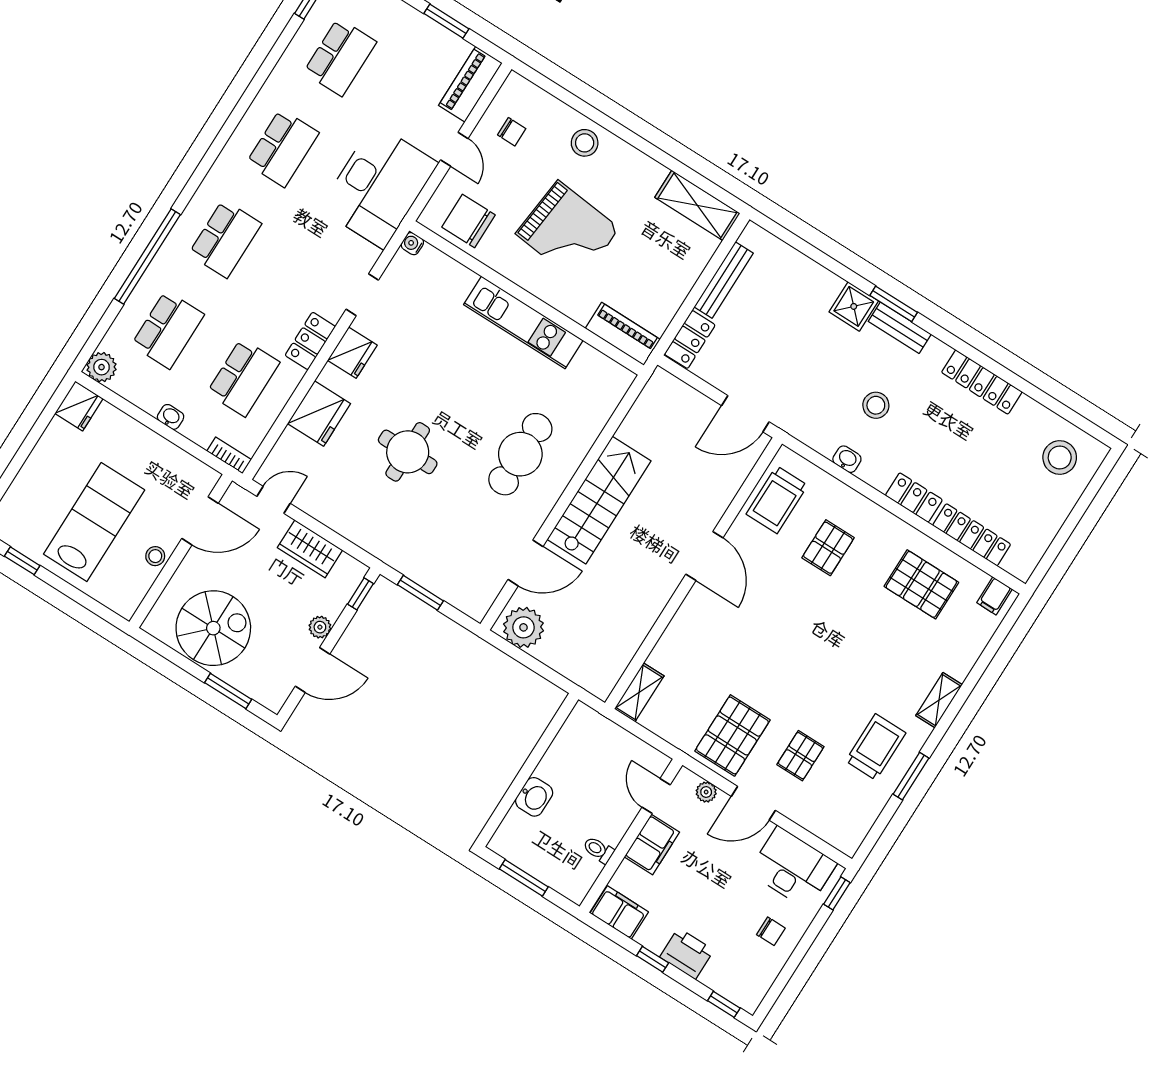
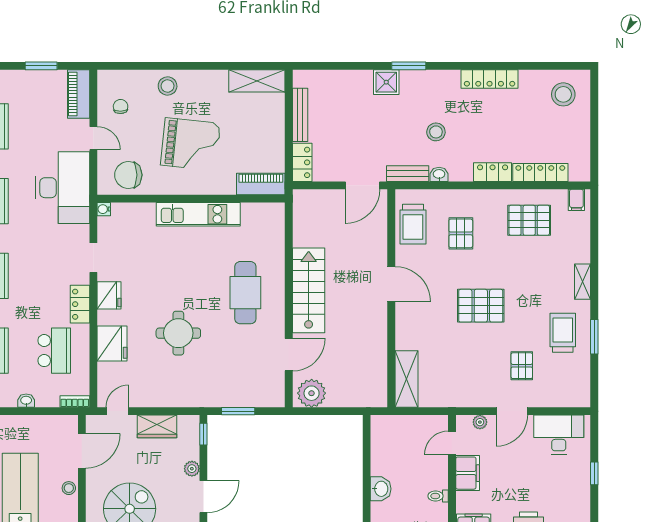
chair: (512, 132) -> (121, 107), turned -92
bench: (900, 328) -> (408, 174), moved
shelving: (639, 692) -> (406, 379), width x1.50, depth x1.33
pallet: (732, 735) -> (481, 306), moved, turned 90
door: (656, 796) -> (452, 443), hinge flipped
window: (837, 893) -> (594, 473), moved
chair: (771, 931) -> (570, 480), removed

